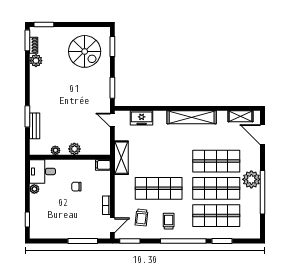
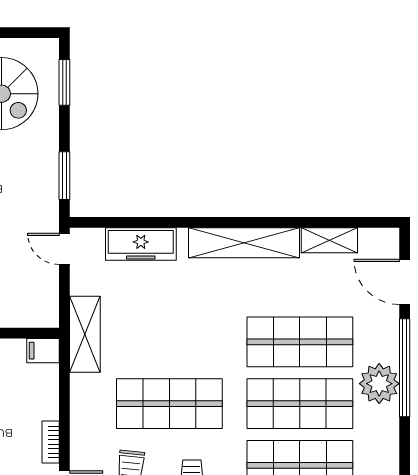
shelving: (241, 116) -> (329, 240), moved
freezer: (142, 118) -> (141, 244), width x1.40
window: (263, 192) -> (405, 368), moved

